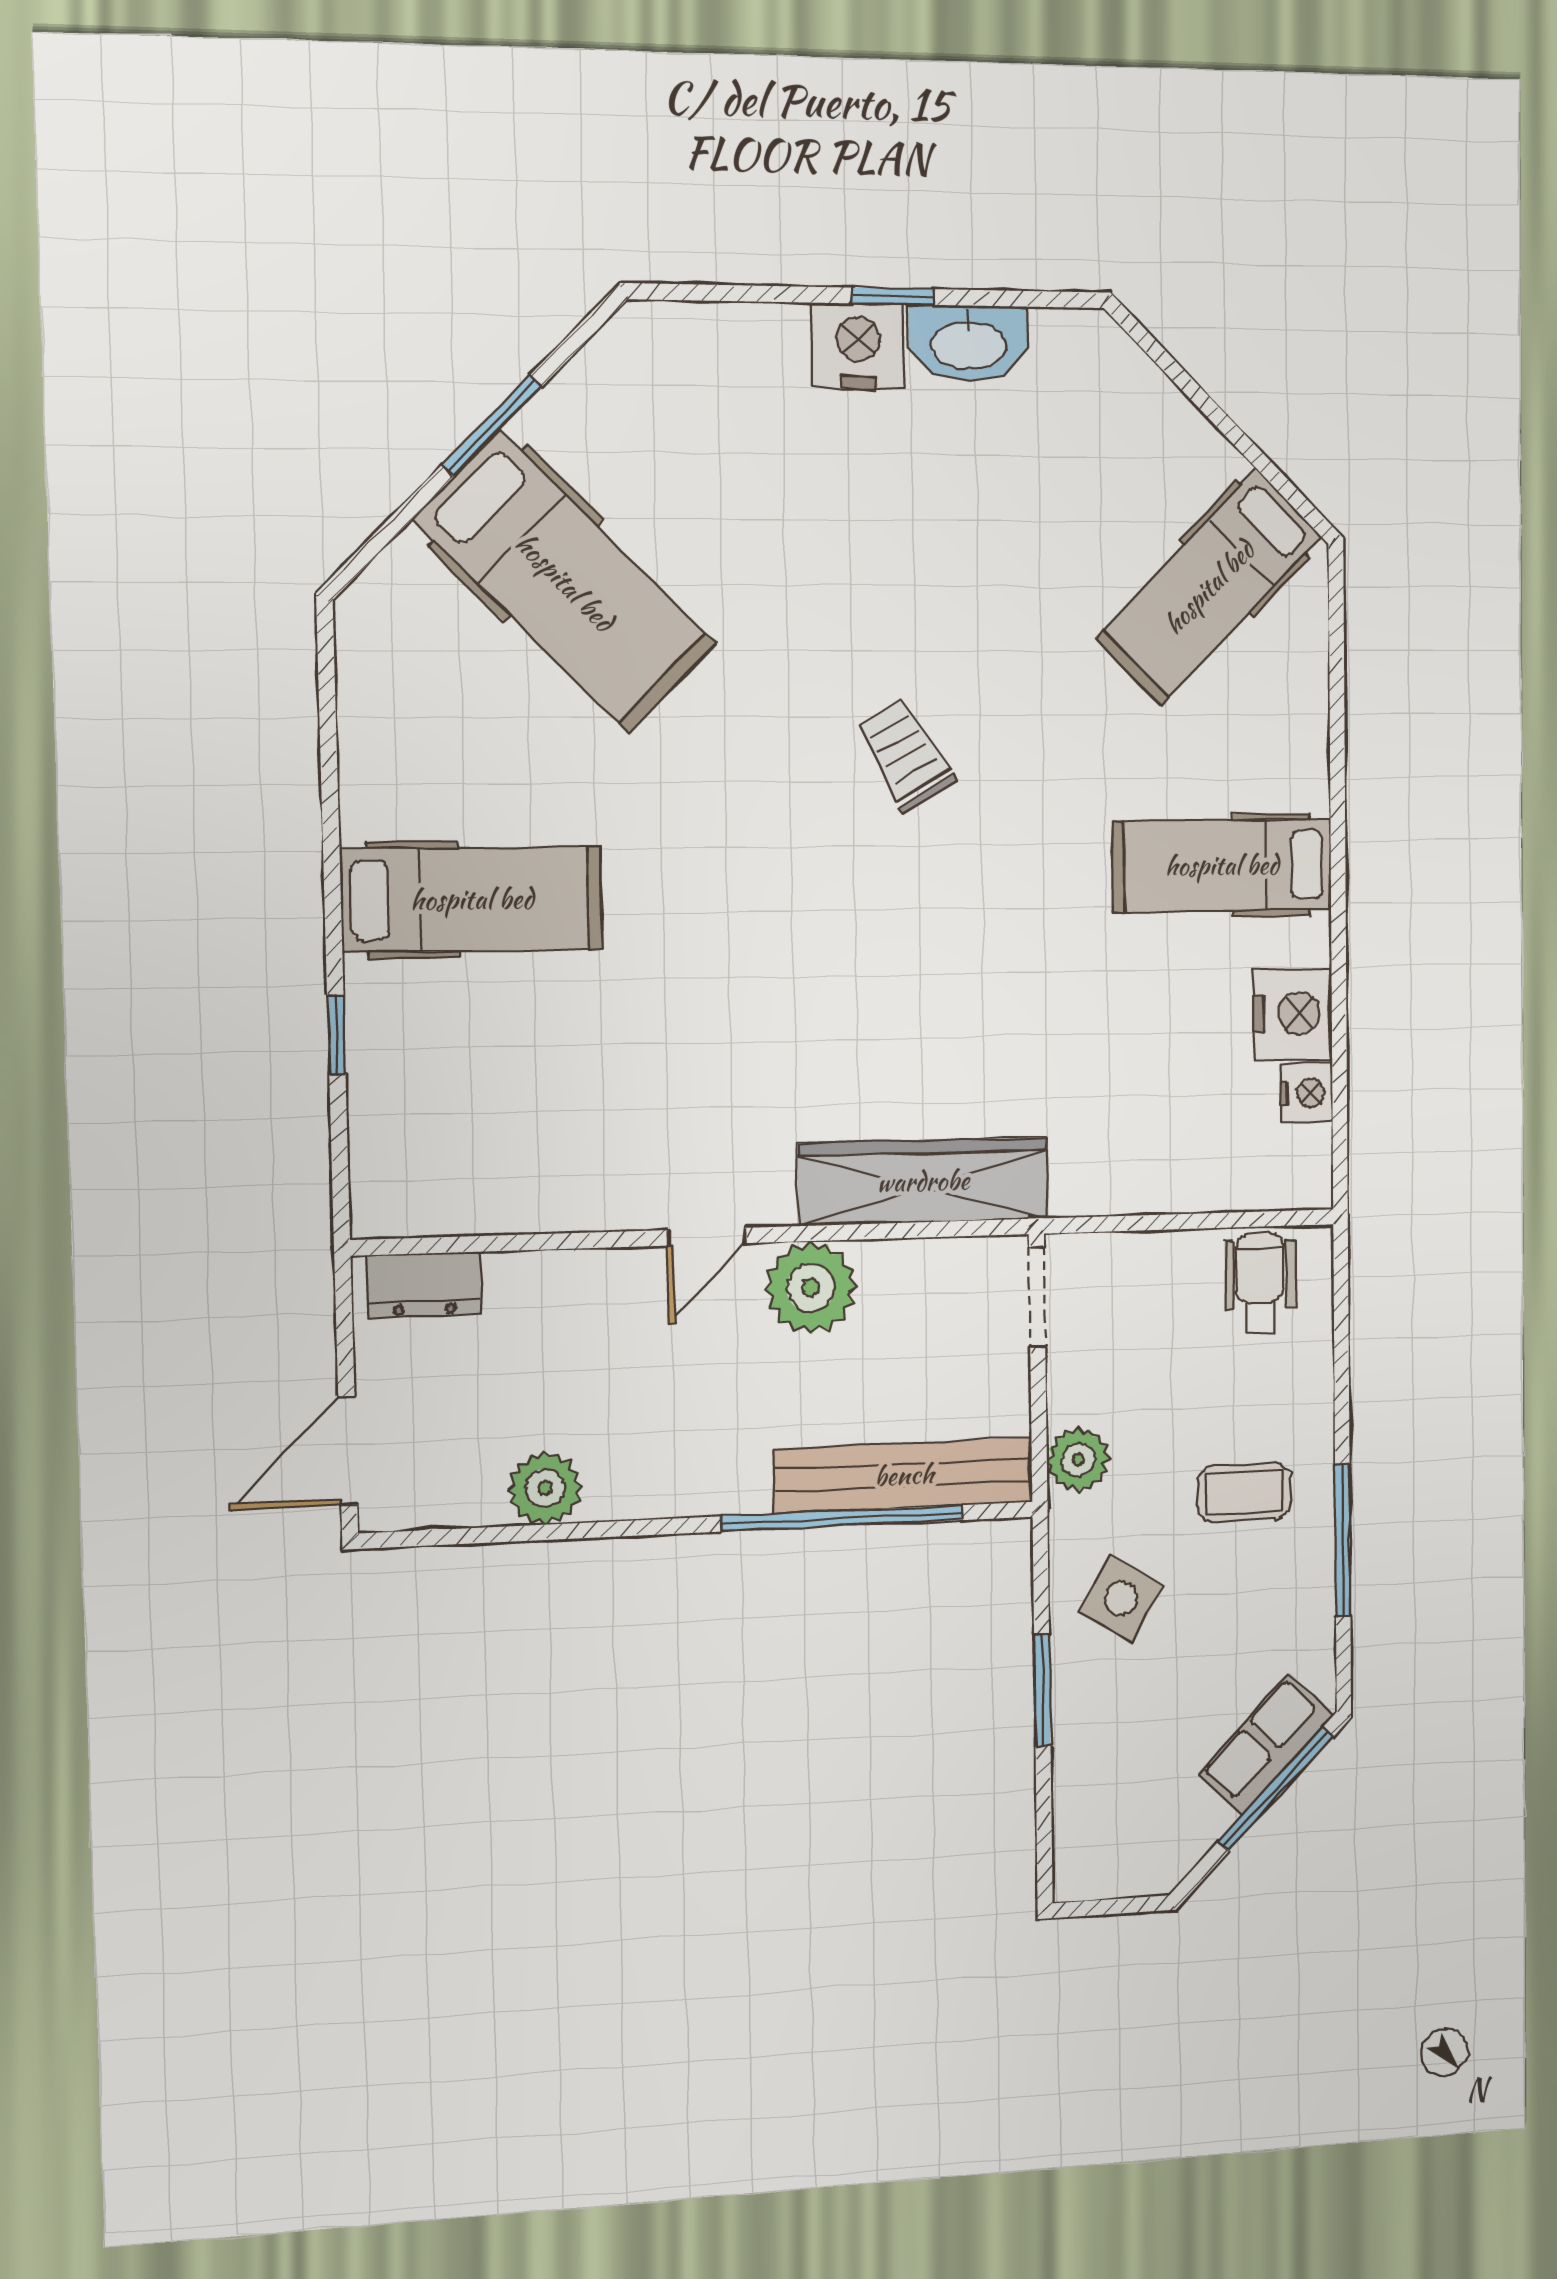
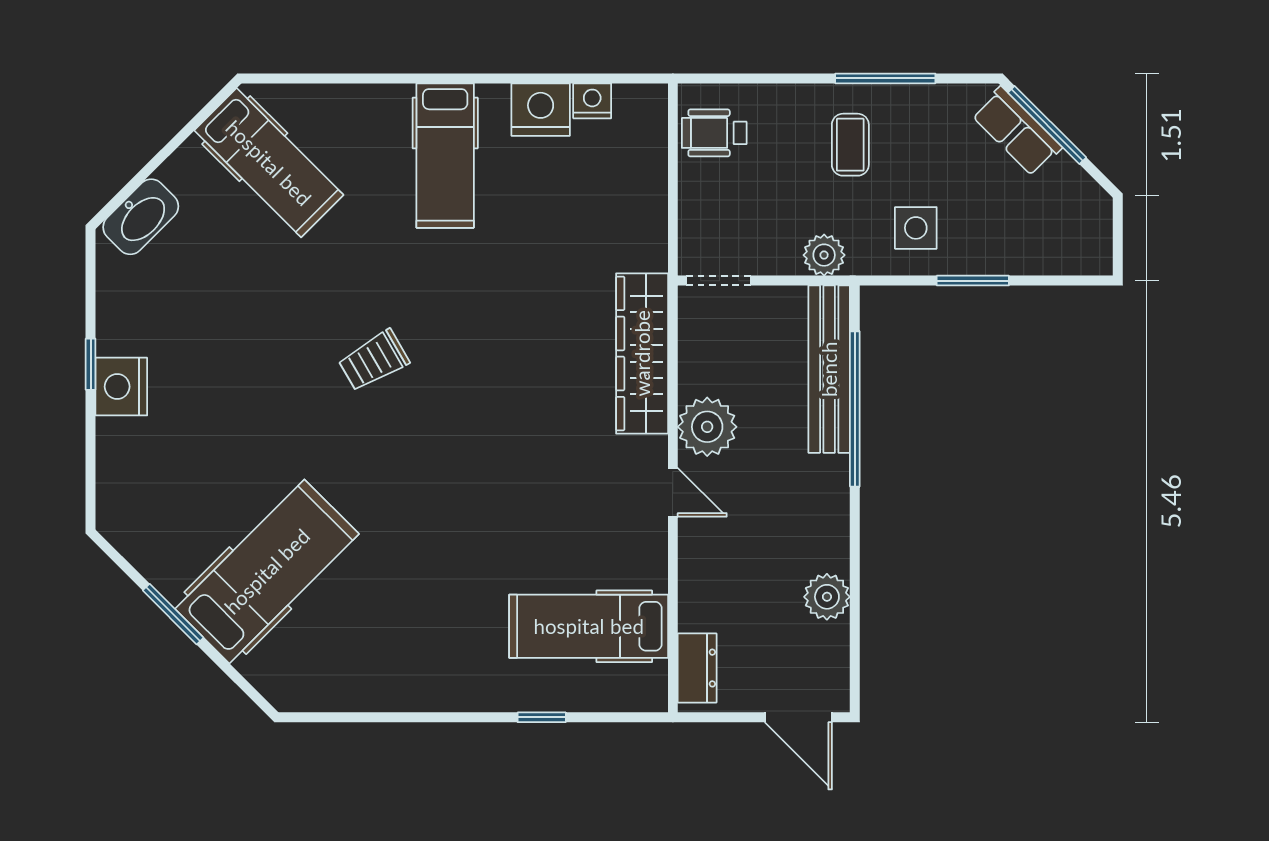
washbasin: (969, 343) -> (141, 217), moved, turned 45
hospital bed: (472, 899) -> (589, 626), moved, turned -90
side table: (1121, 1599) -> (916, 228), turned -32

